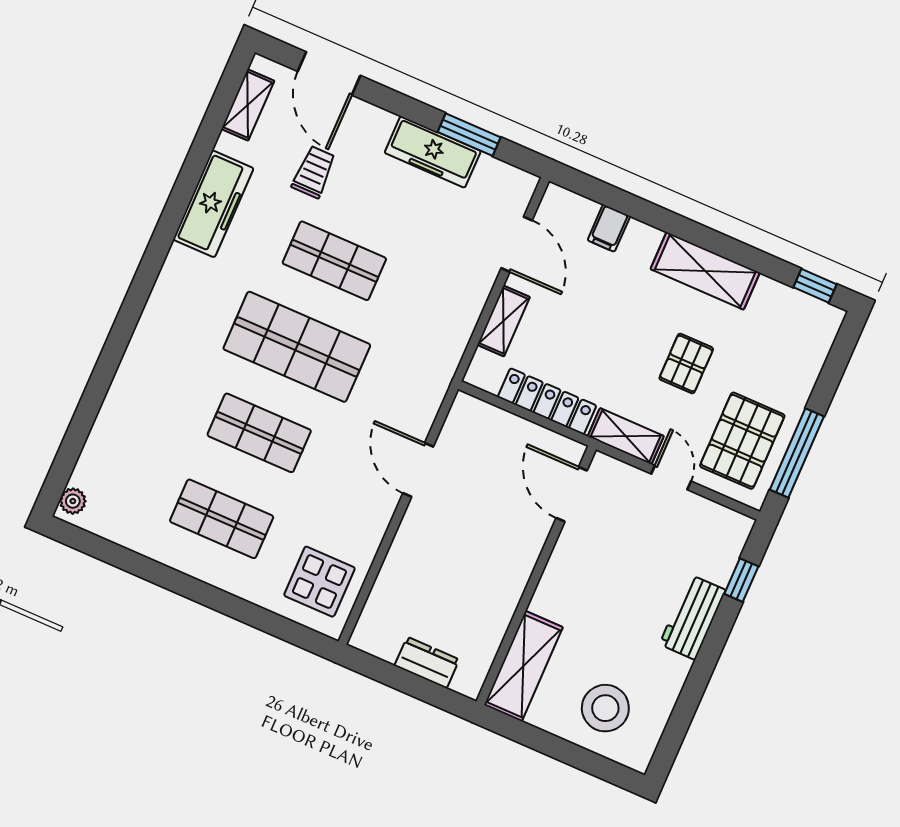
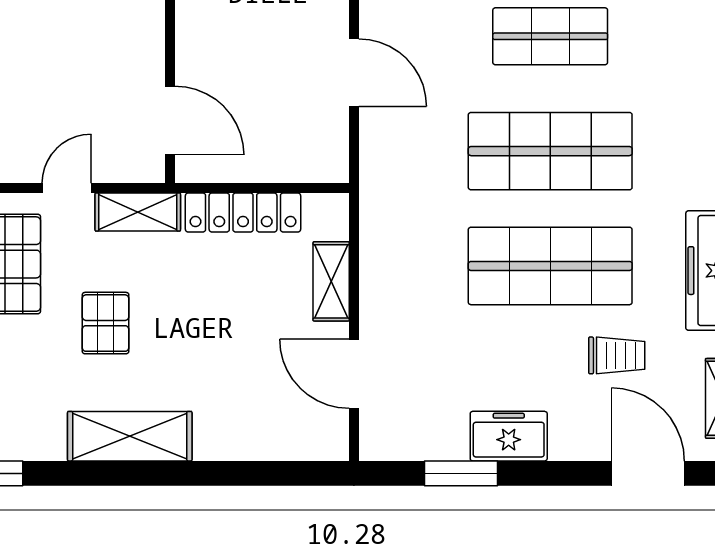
freezer: (433, 152) -> (509, 436), width x0.71
trolley: (314, 172) -> (617, 355), turned -90
filing cabinet: (609, 228) -> (259, 437), removed
shop shelf: (334, 261) -> (550, 266), width x1.43, depth x1.36
door: (671, 477) -> (67, 188), swing flipped

